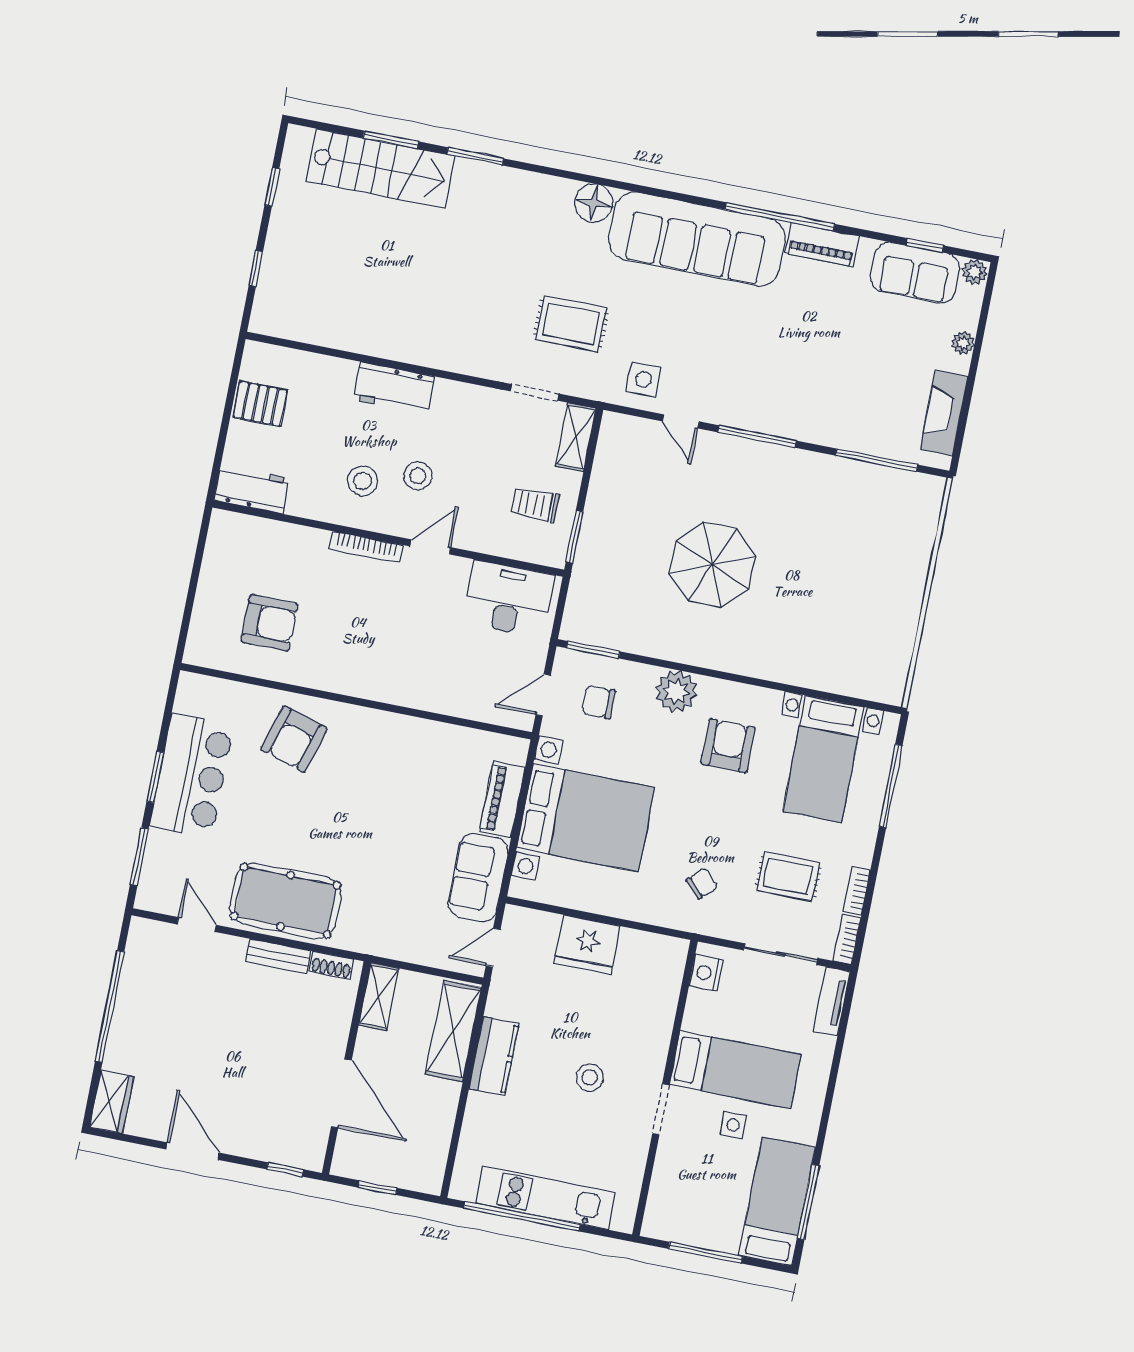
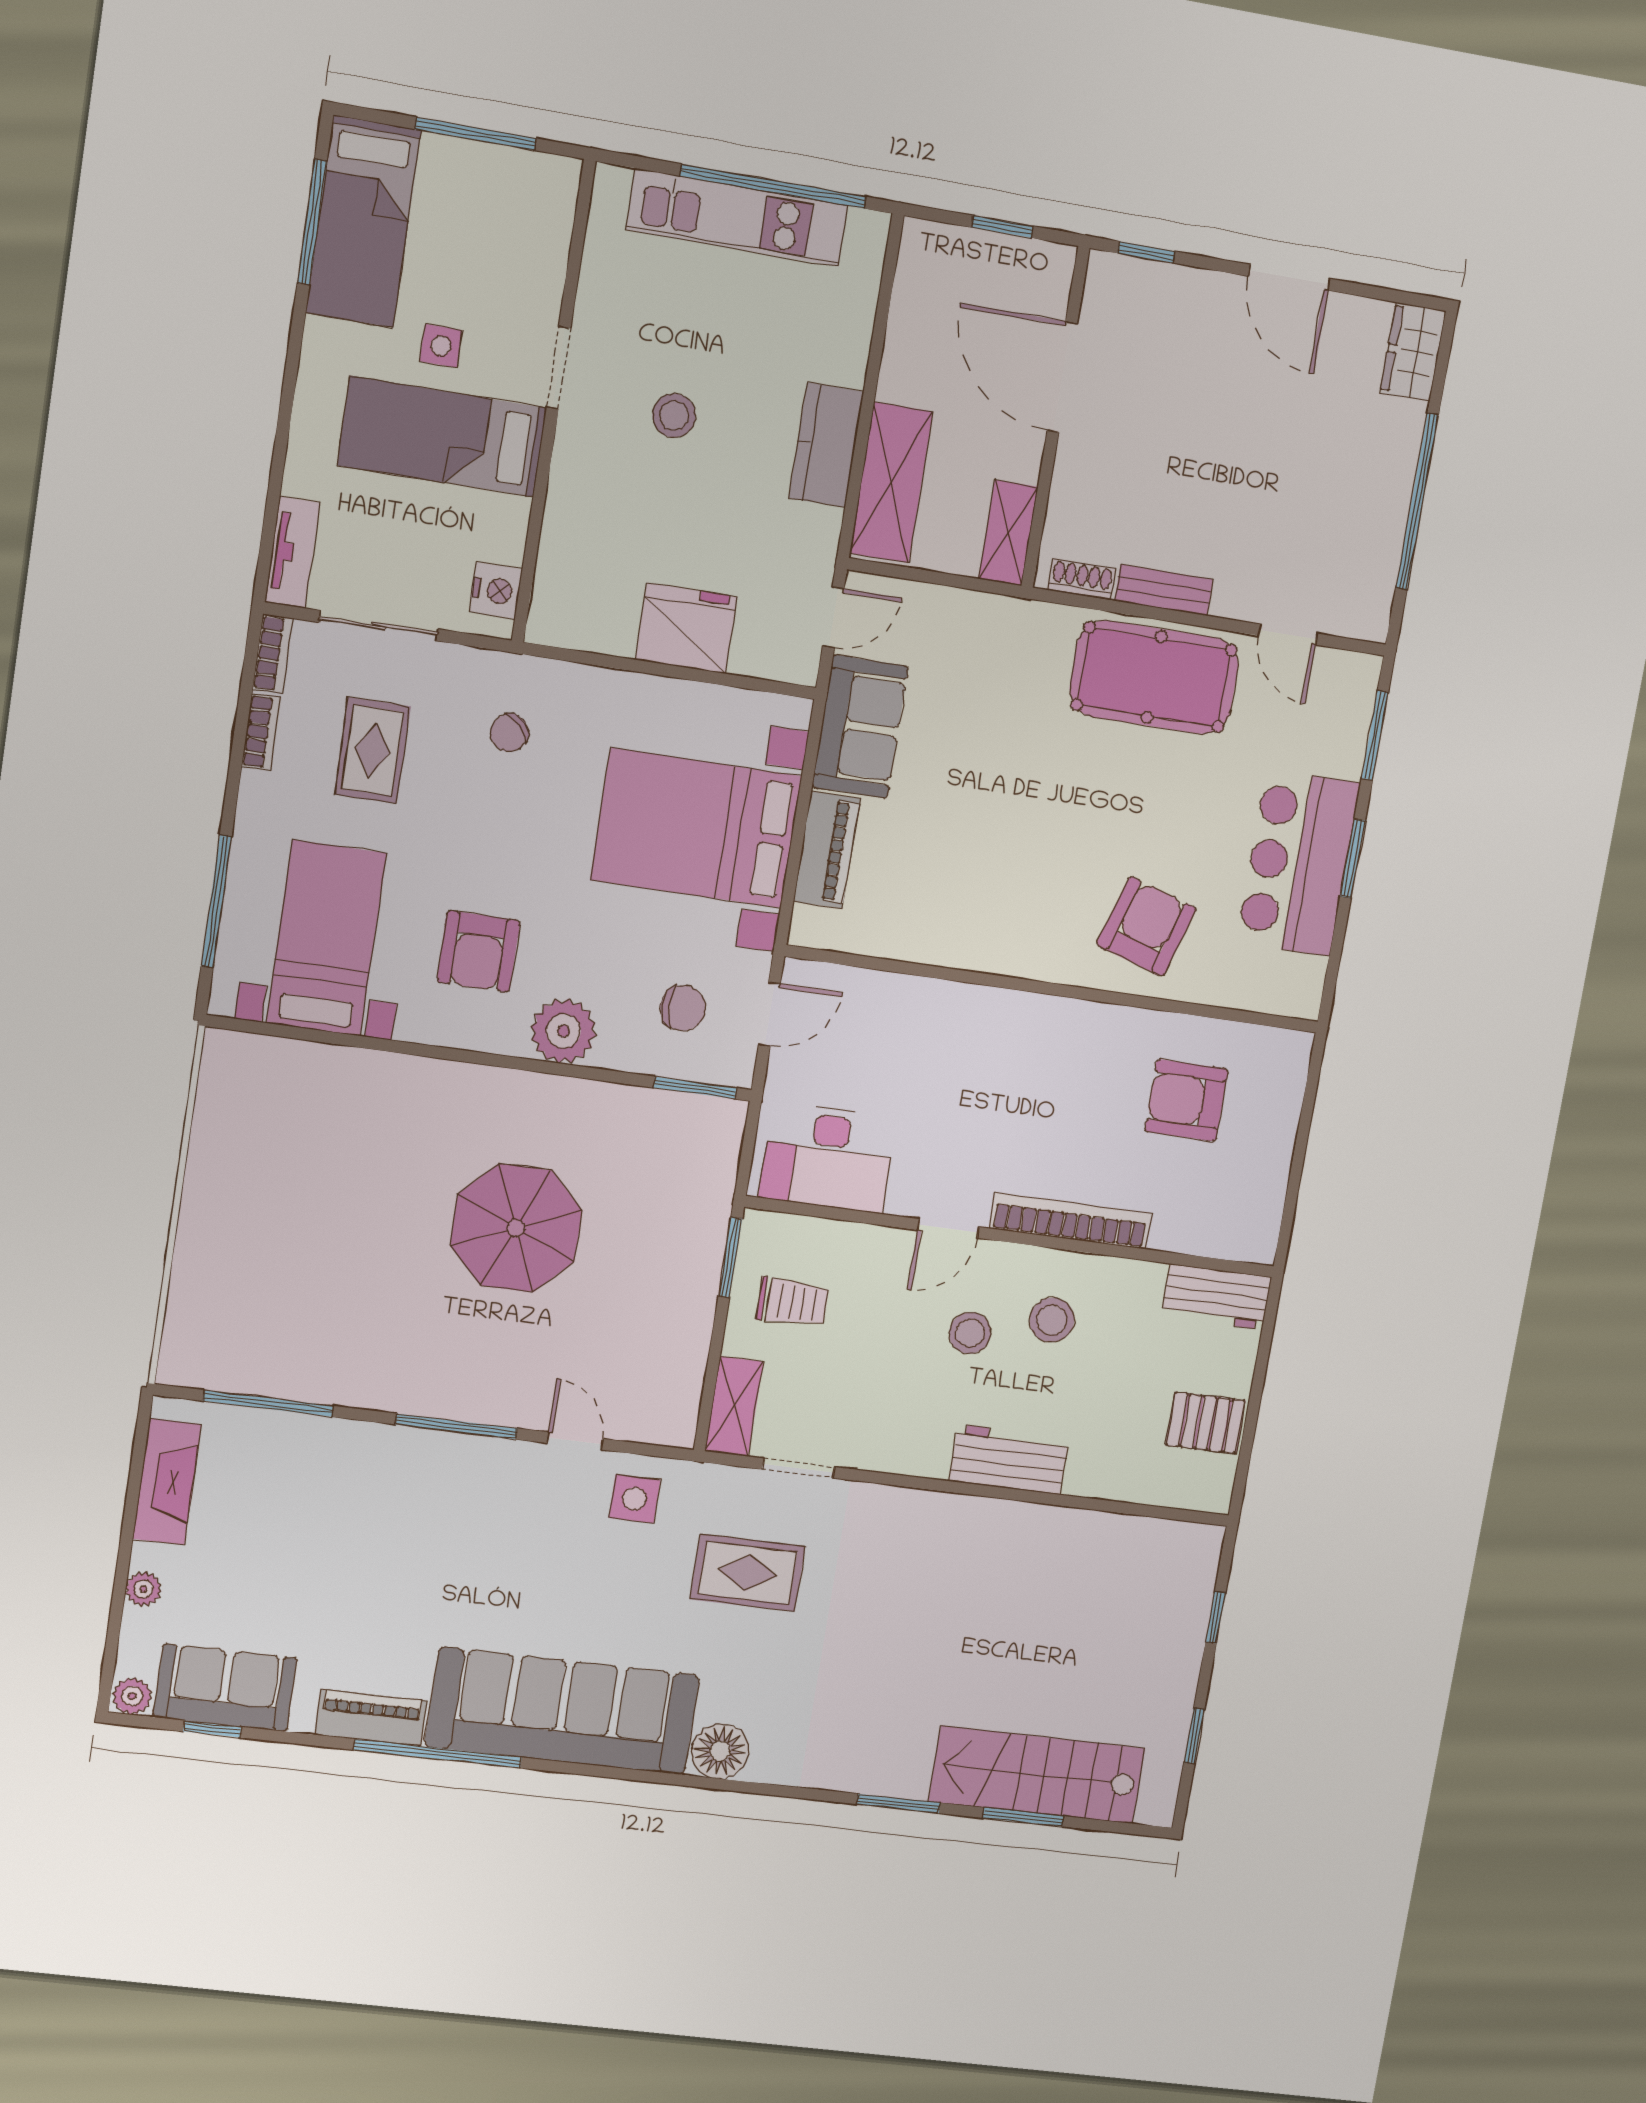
bookcase: (366, 547) -> (1070, 1221), width x1.48, depth x1.31
rug: (788, 876) -> (372, 750), turned 90

